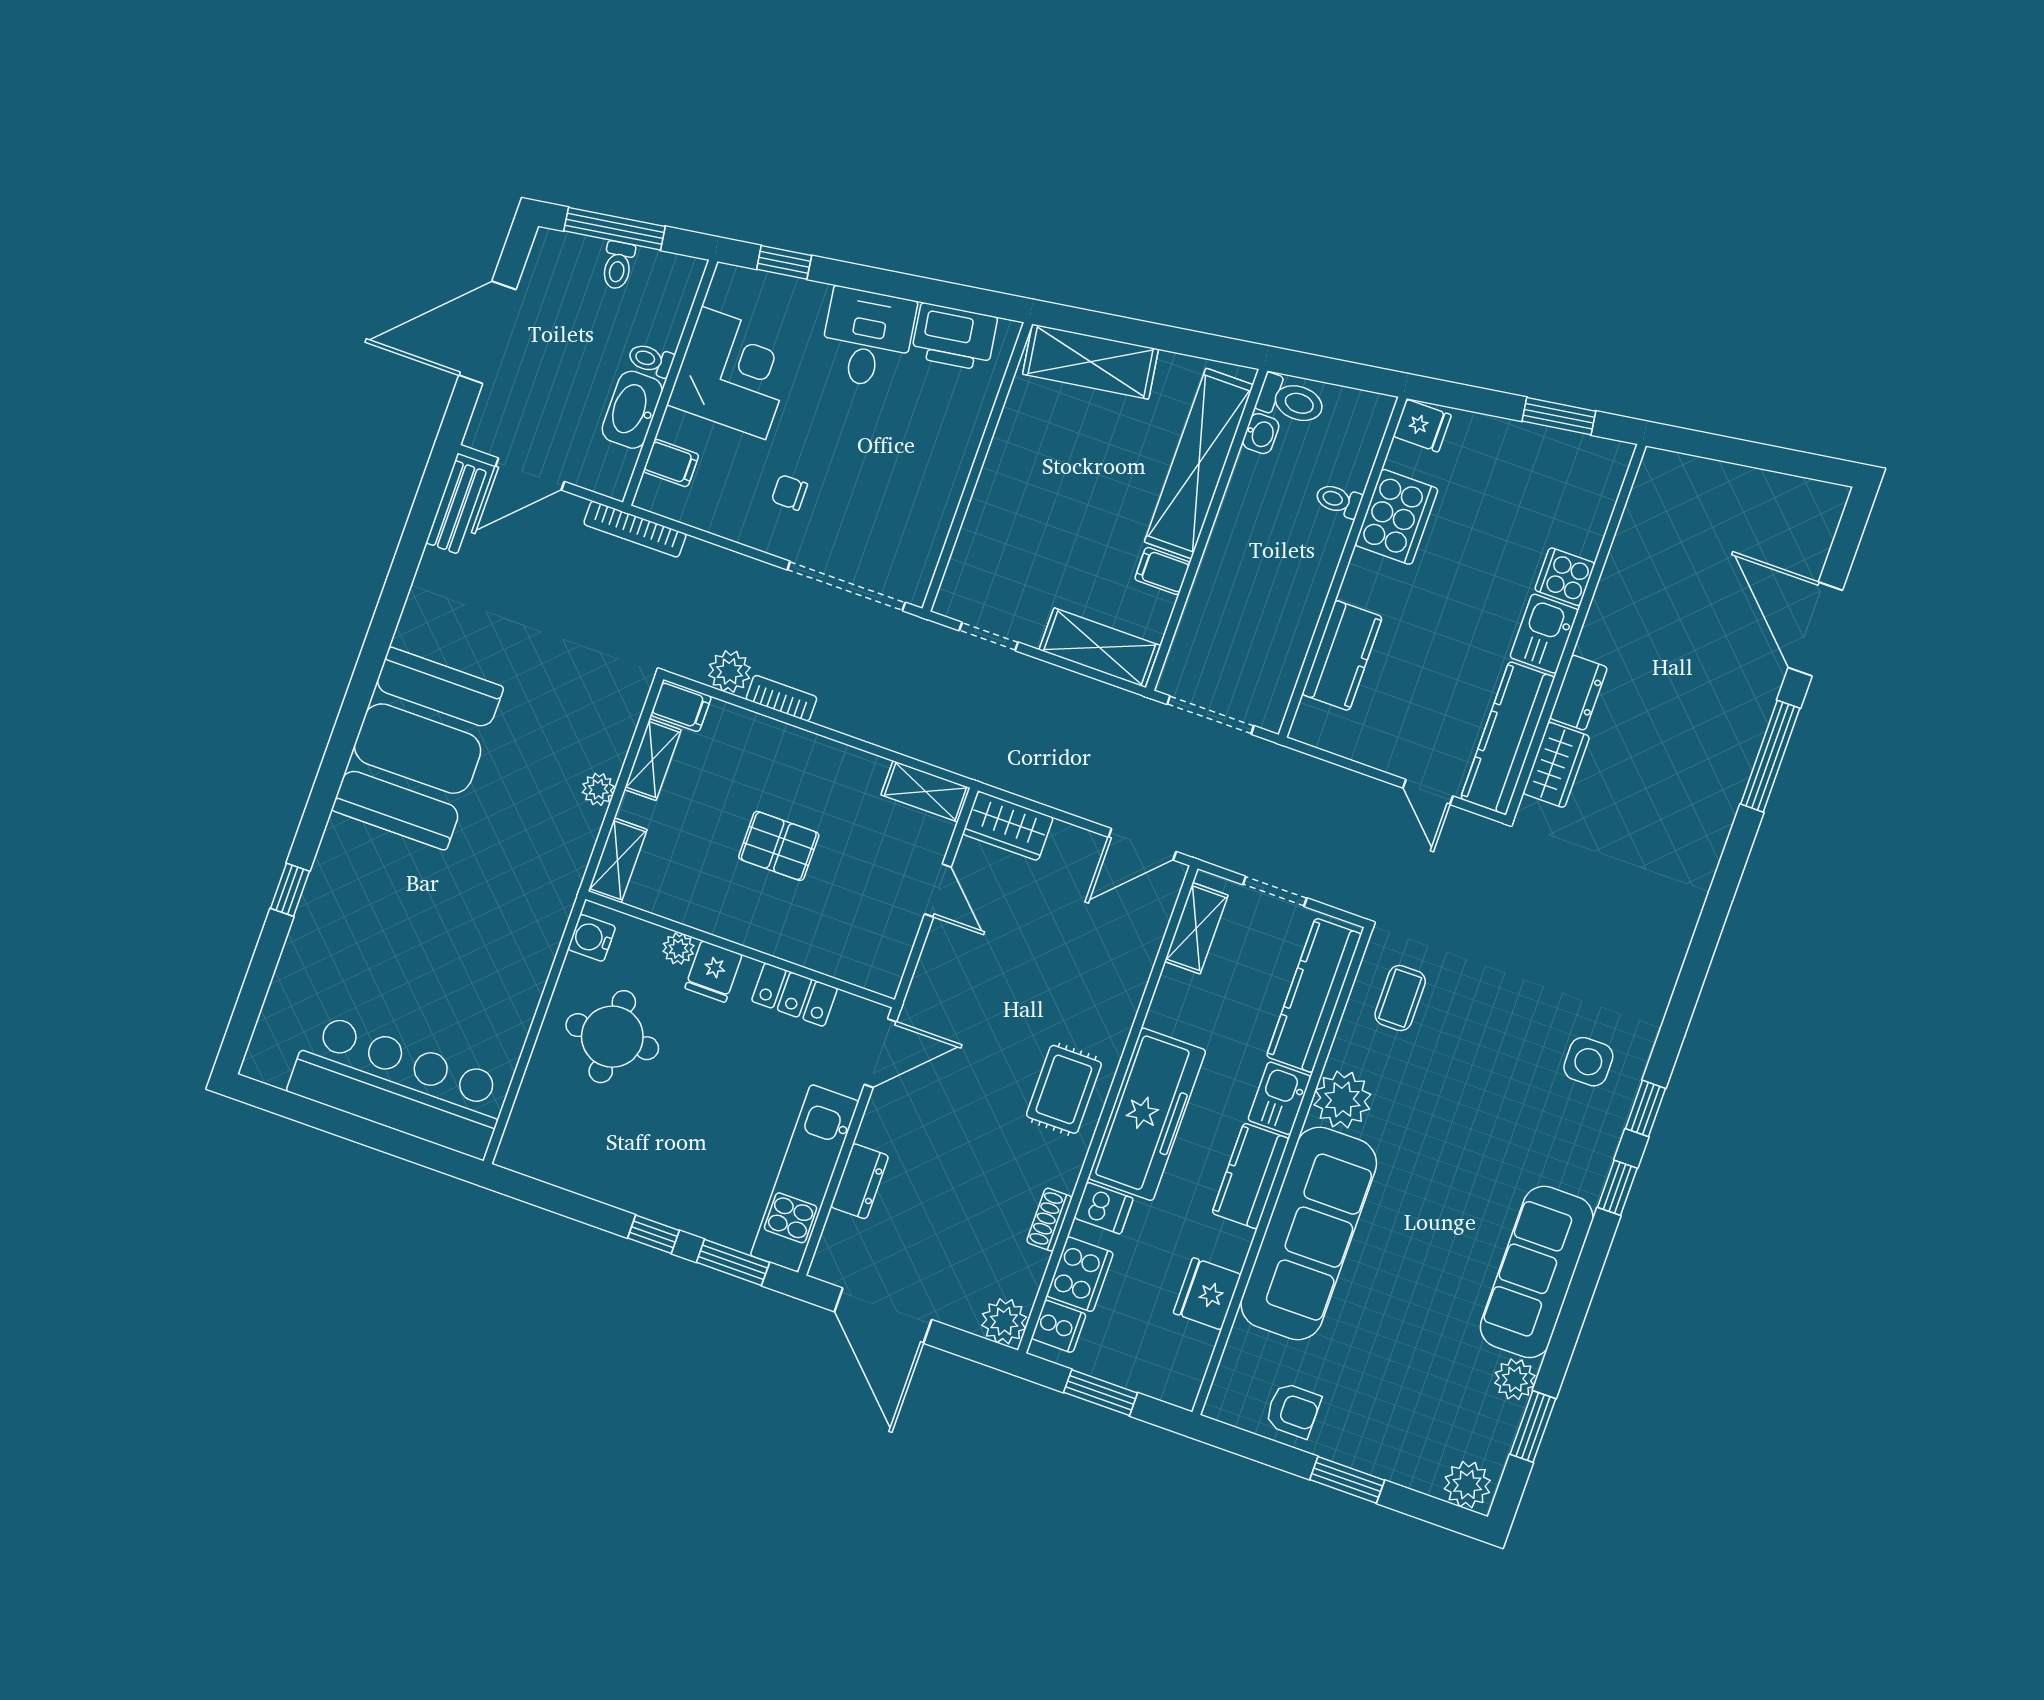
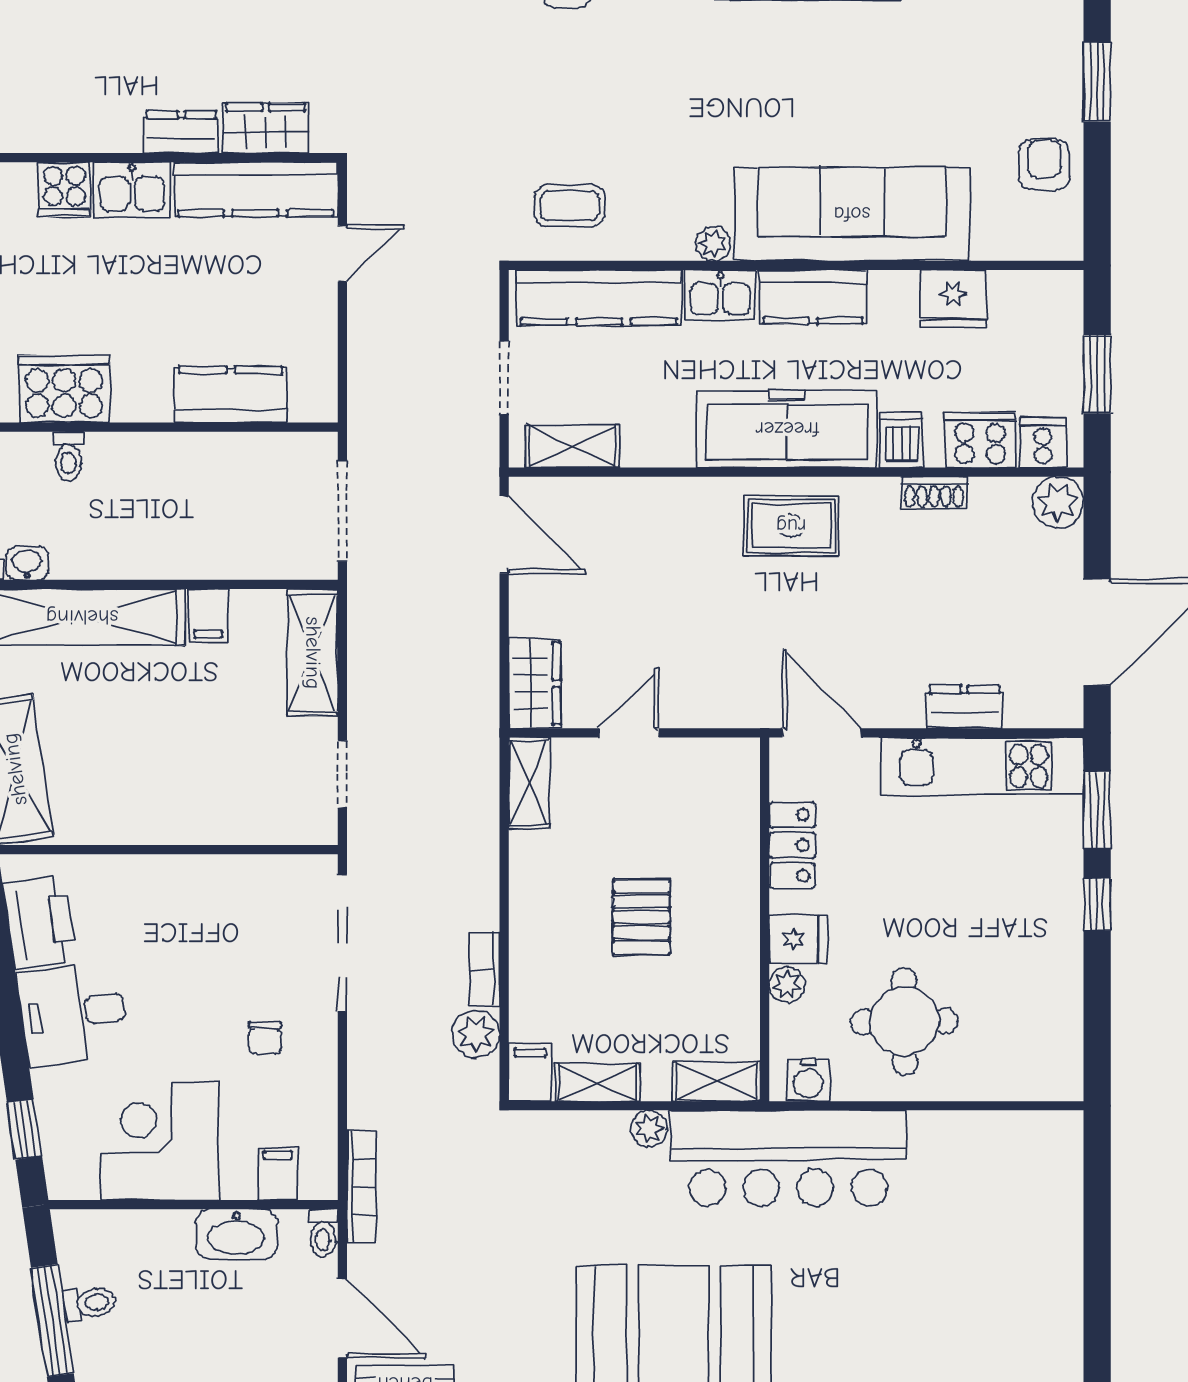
toilet: (651, 360) -> (323, 1233), moved
bar counter: (399, 1086) -> (788, 1158), moved, turned -90
plant: (1342, 1100) -> (713, 244), width x0.53, depth x0.53

